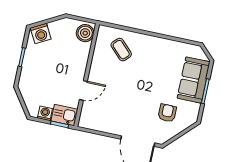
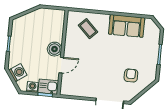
washing machine: (41, 33) -> (18, 73), moved, turned -96
boiler: (85, 33) -> (55, 49), moved
sofa: (194, 80) -> (127, 26), moved, turned -90

